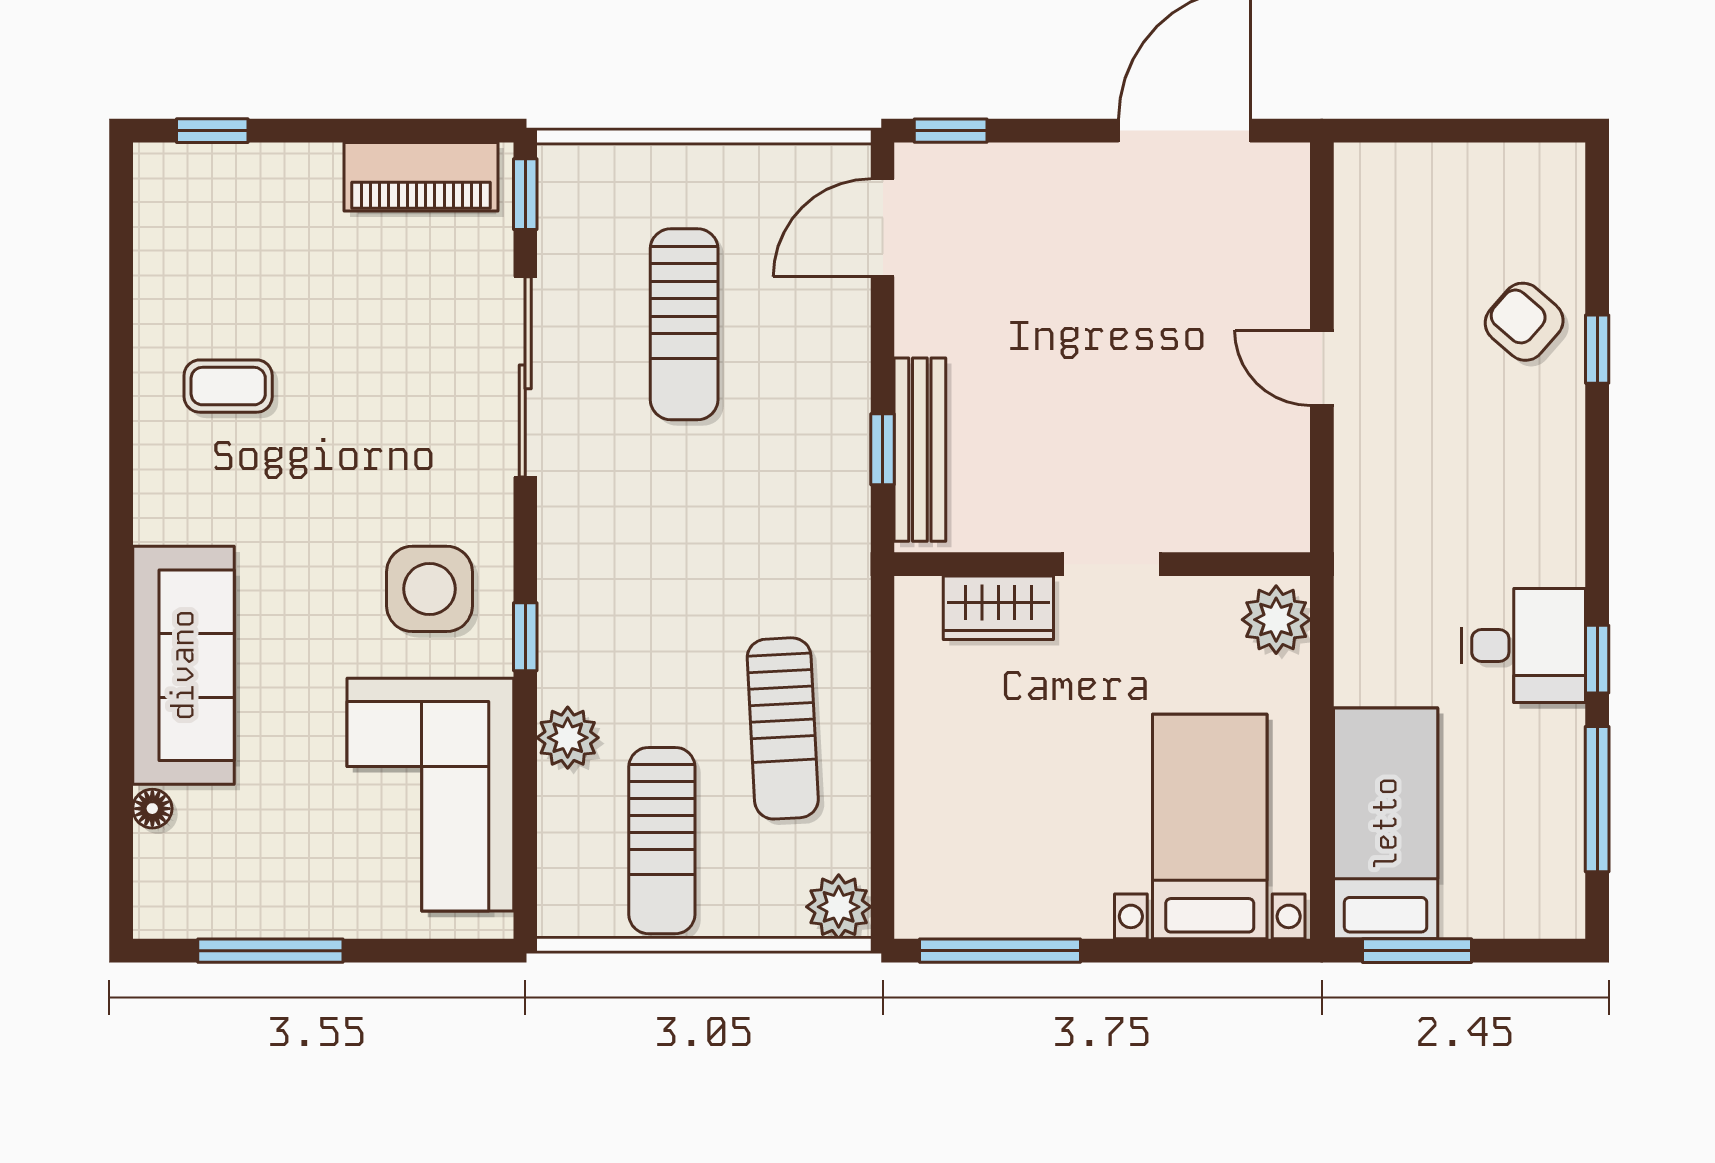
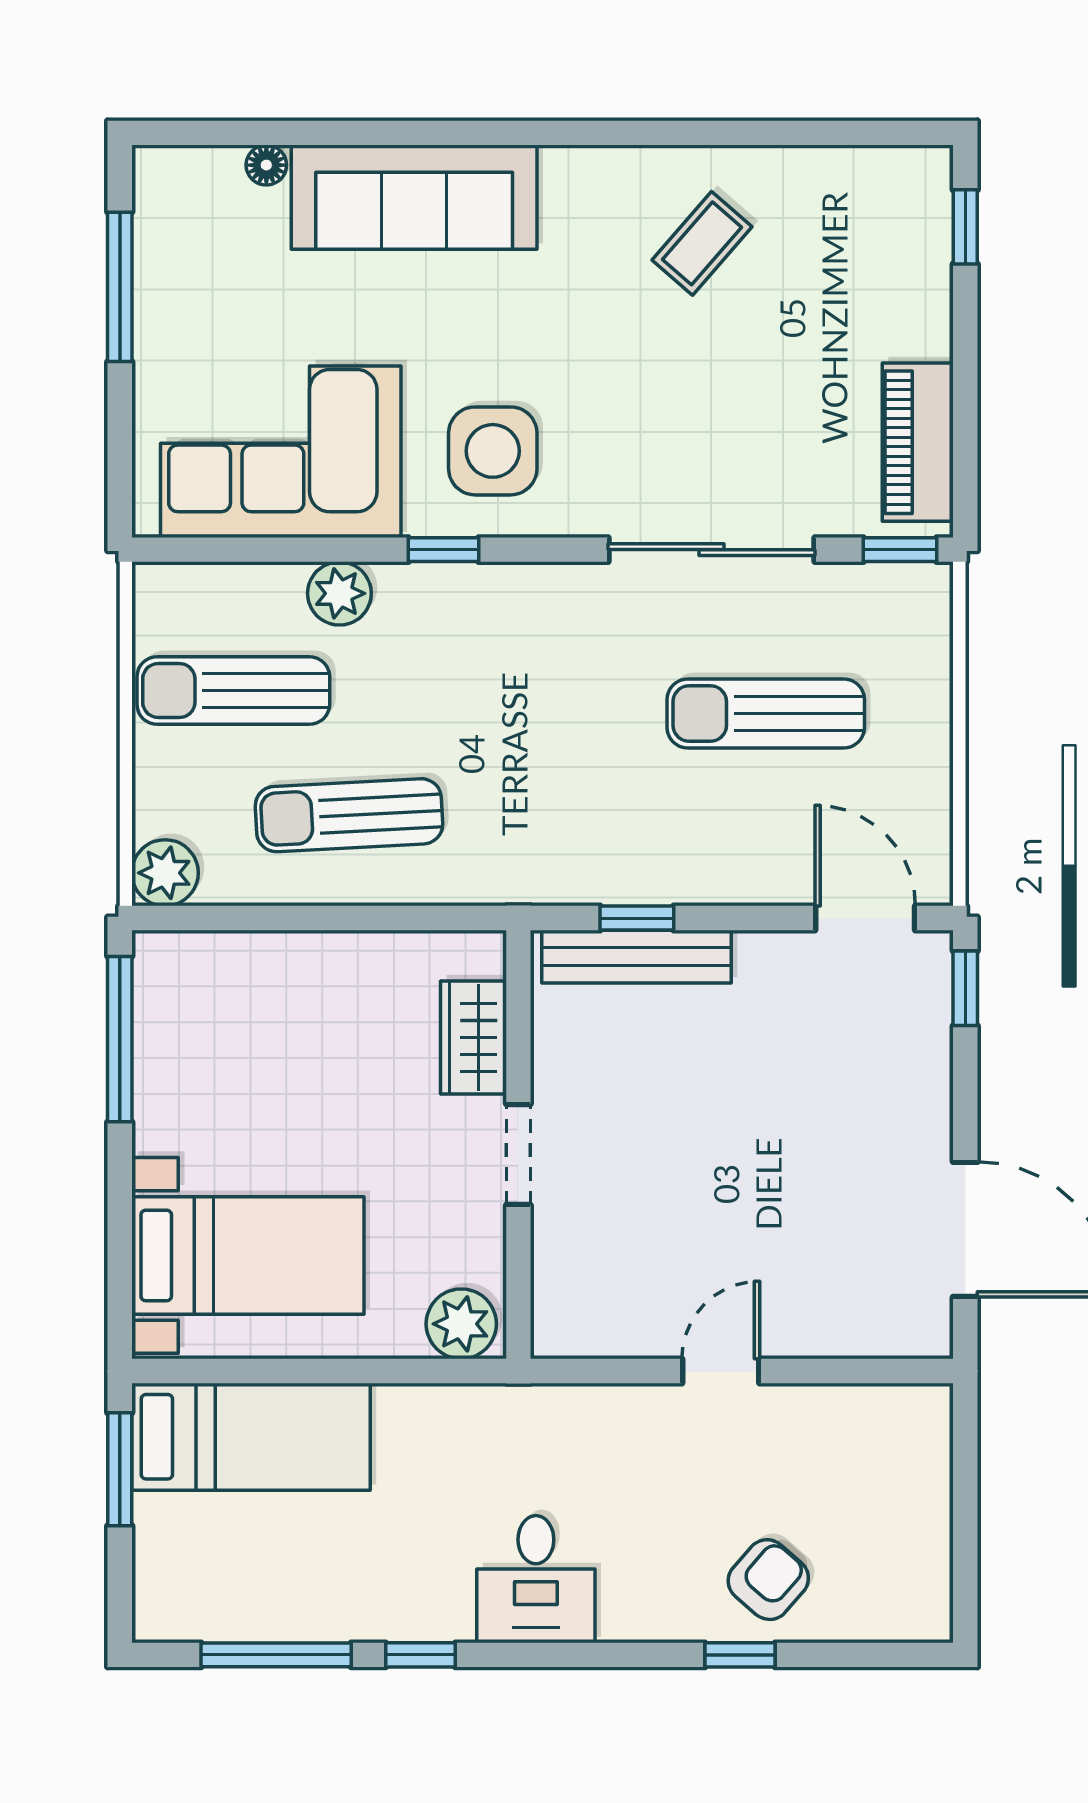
coffee table: (228, 386) -> (702, 243), turned 41
desk: (1524, 645) -> (536, 1579), moved

